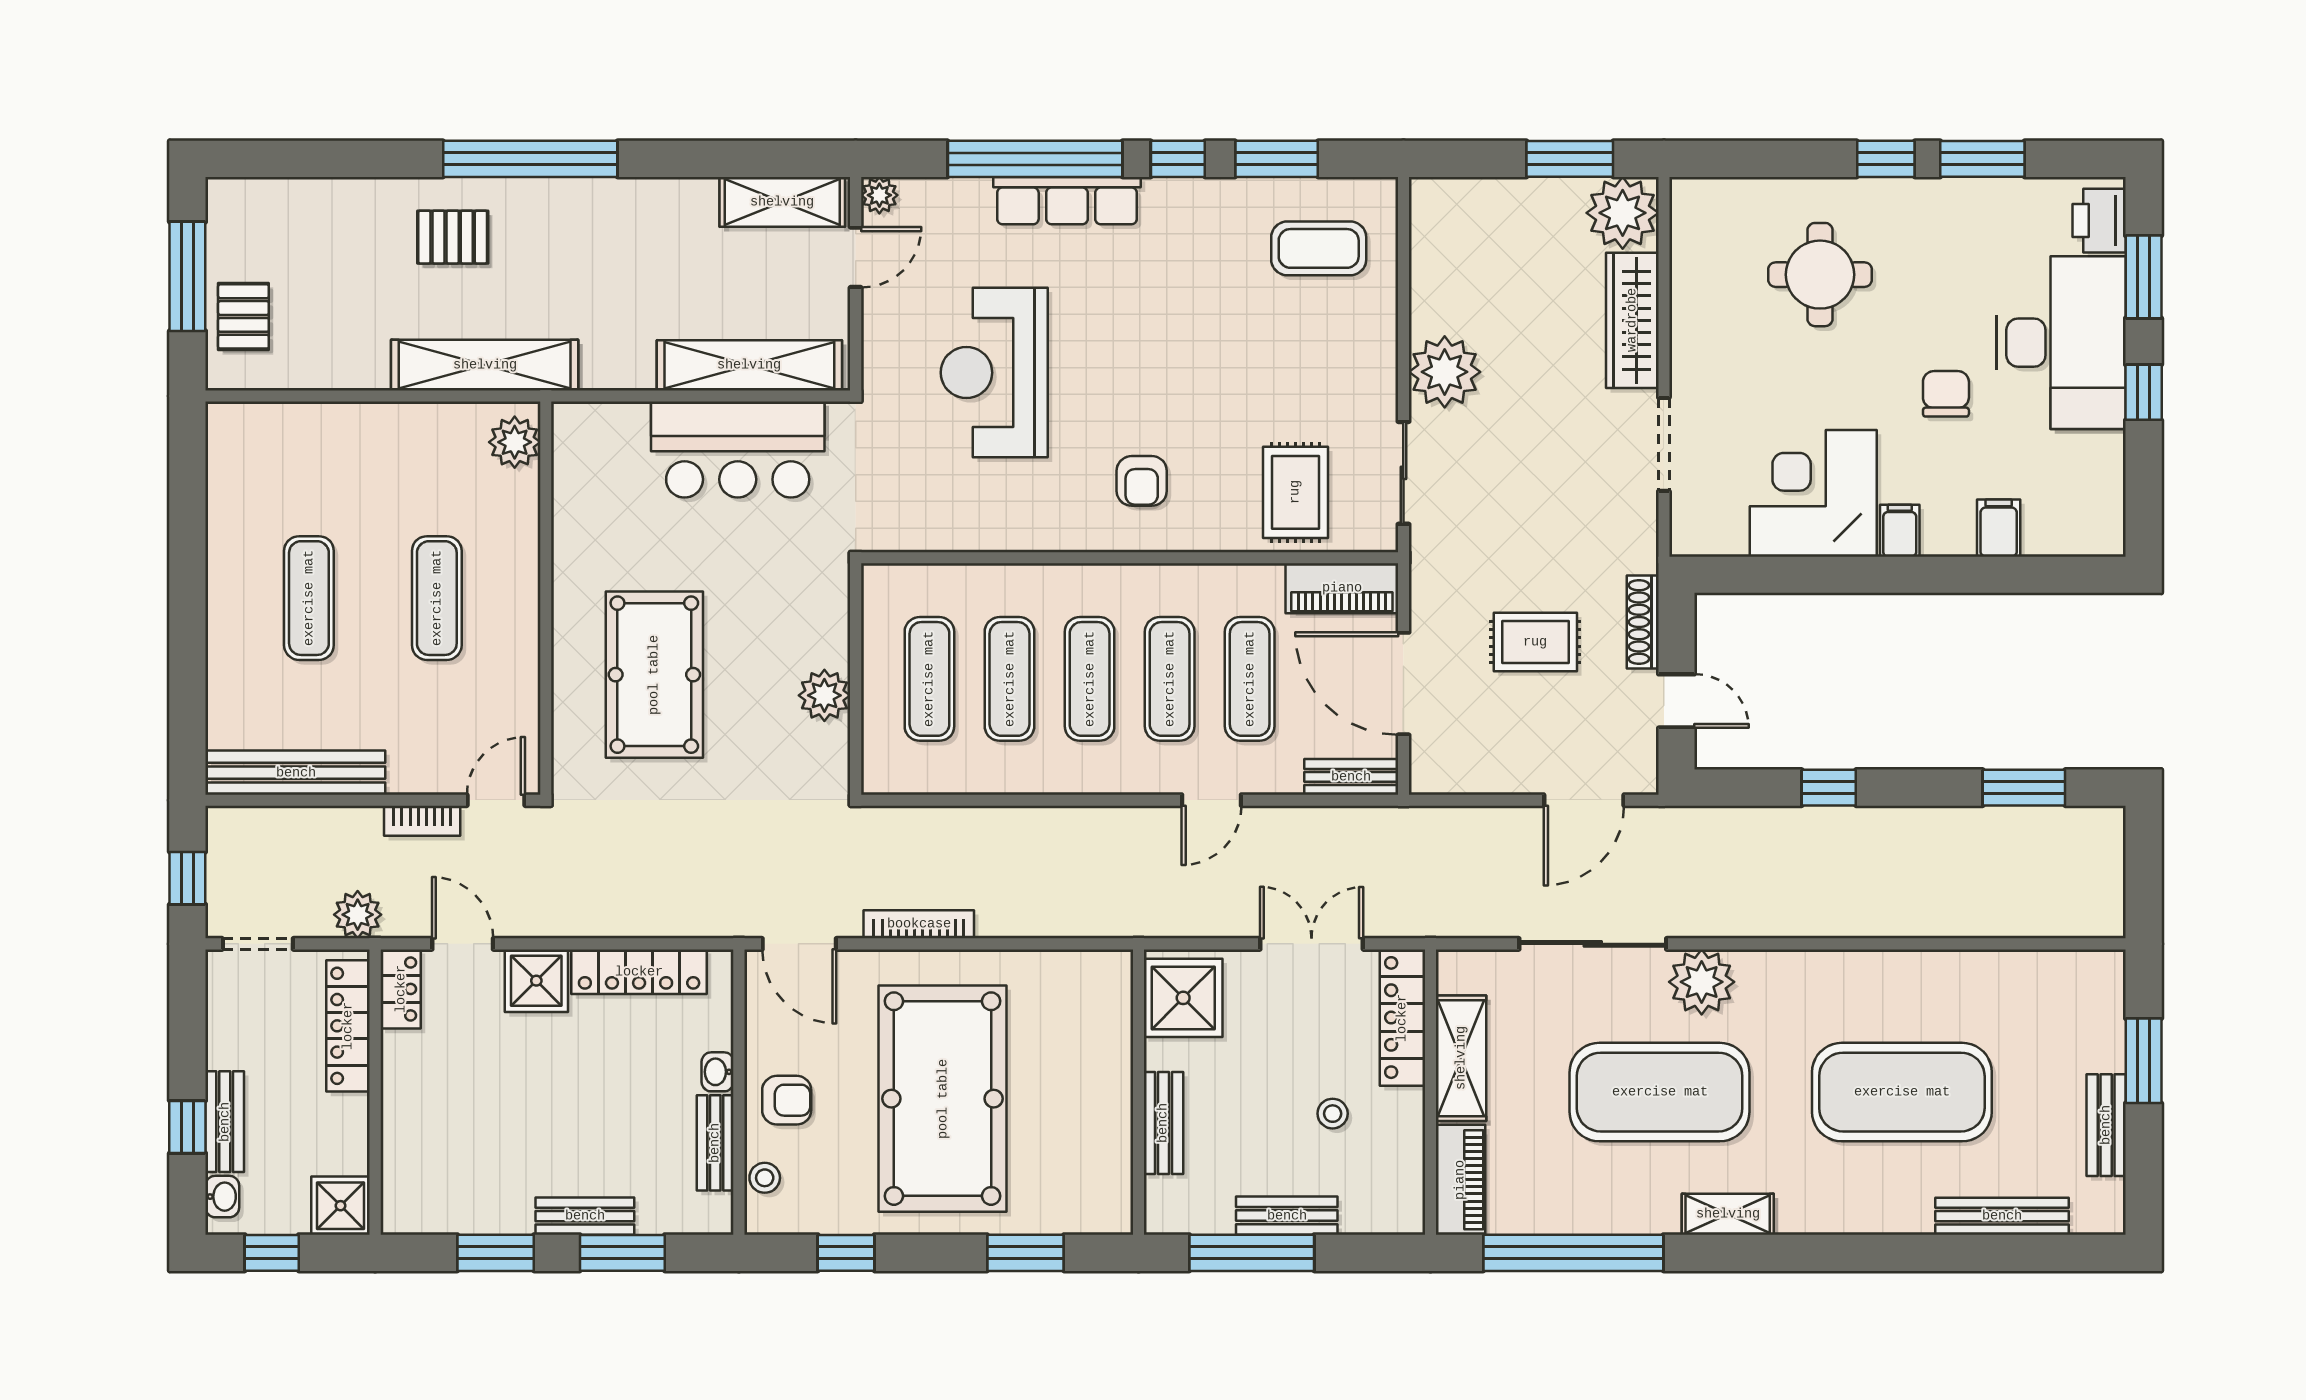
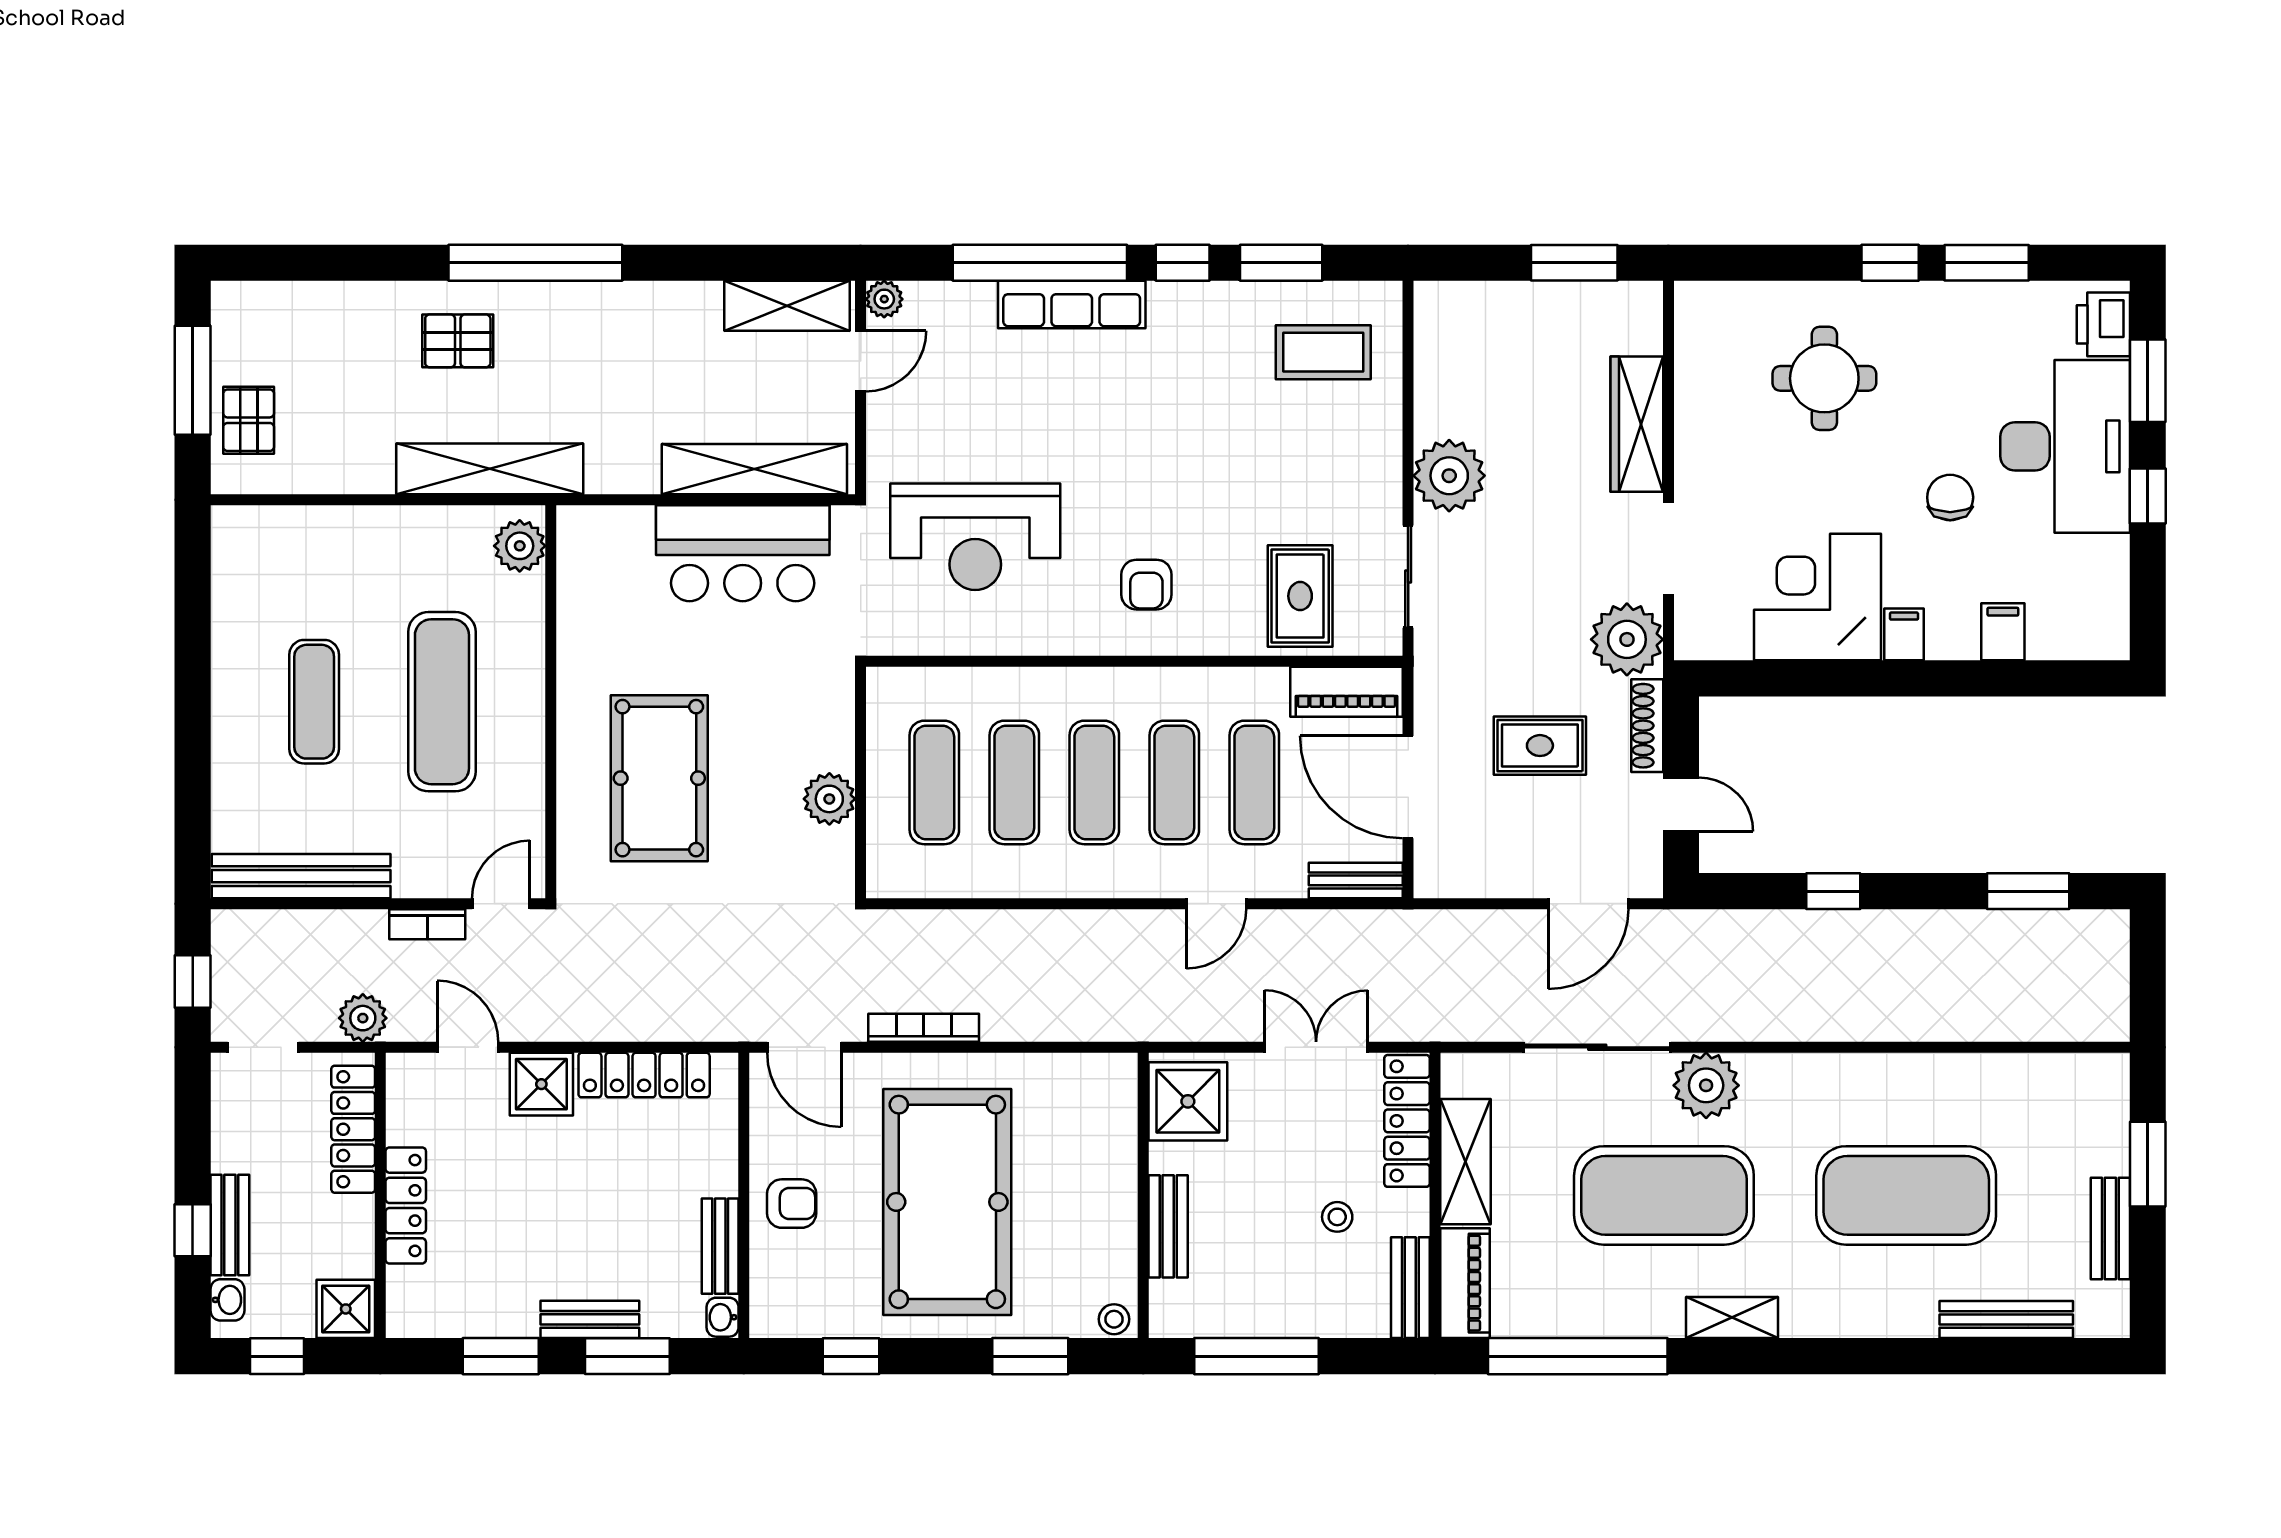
plant: (1623, 213) -> (1627, 639), moved
reception desk: (994, 373) -> (975, 537), moved, turned -90
exercise mat: (437, 598) -> (442, 702), width x1.36, depth x1.45
locker: (401, 989) -> (406, 1205), moved, width x1.53
washbasin: (718, 1072) -> (723, 1317), moved
stool: (765, 1178) -> (1114, 1319), moved
bench: (1287, 1216) -> (1410, 1288), moved, turned 90

